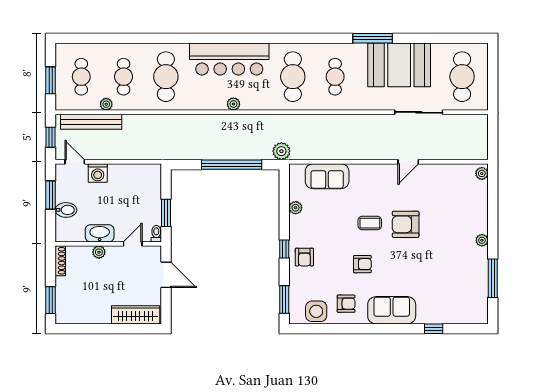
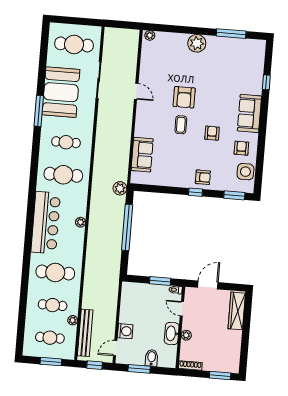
plant: (296, 208) -> (164, 181), removed
plant: (482, 240) -> (197, 43), width x1.88, depth x1.88

